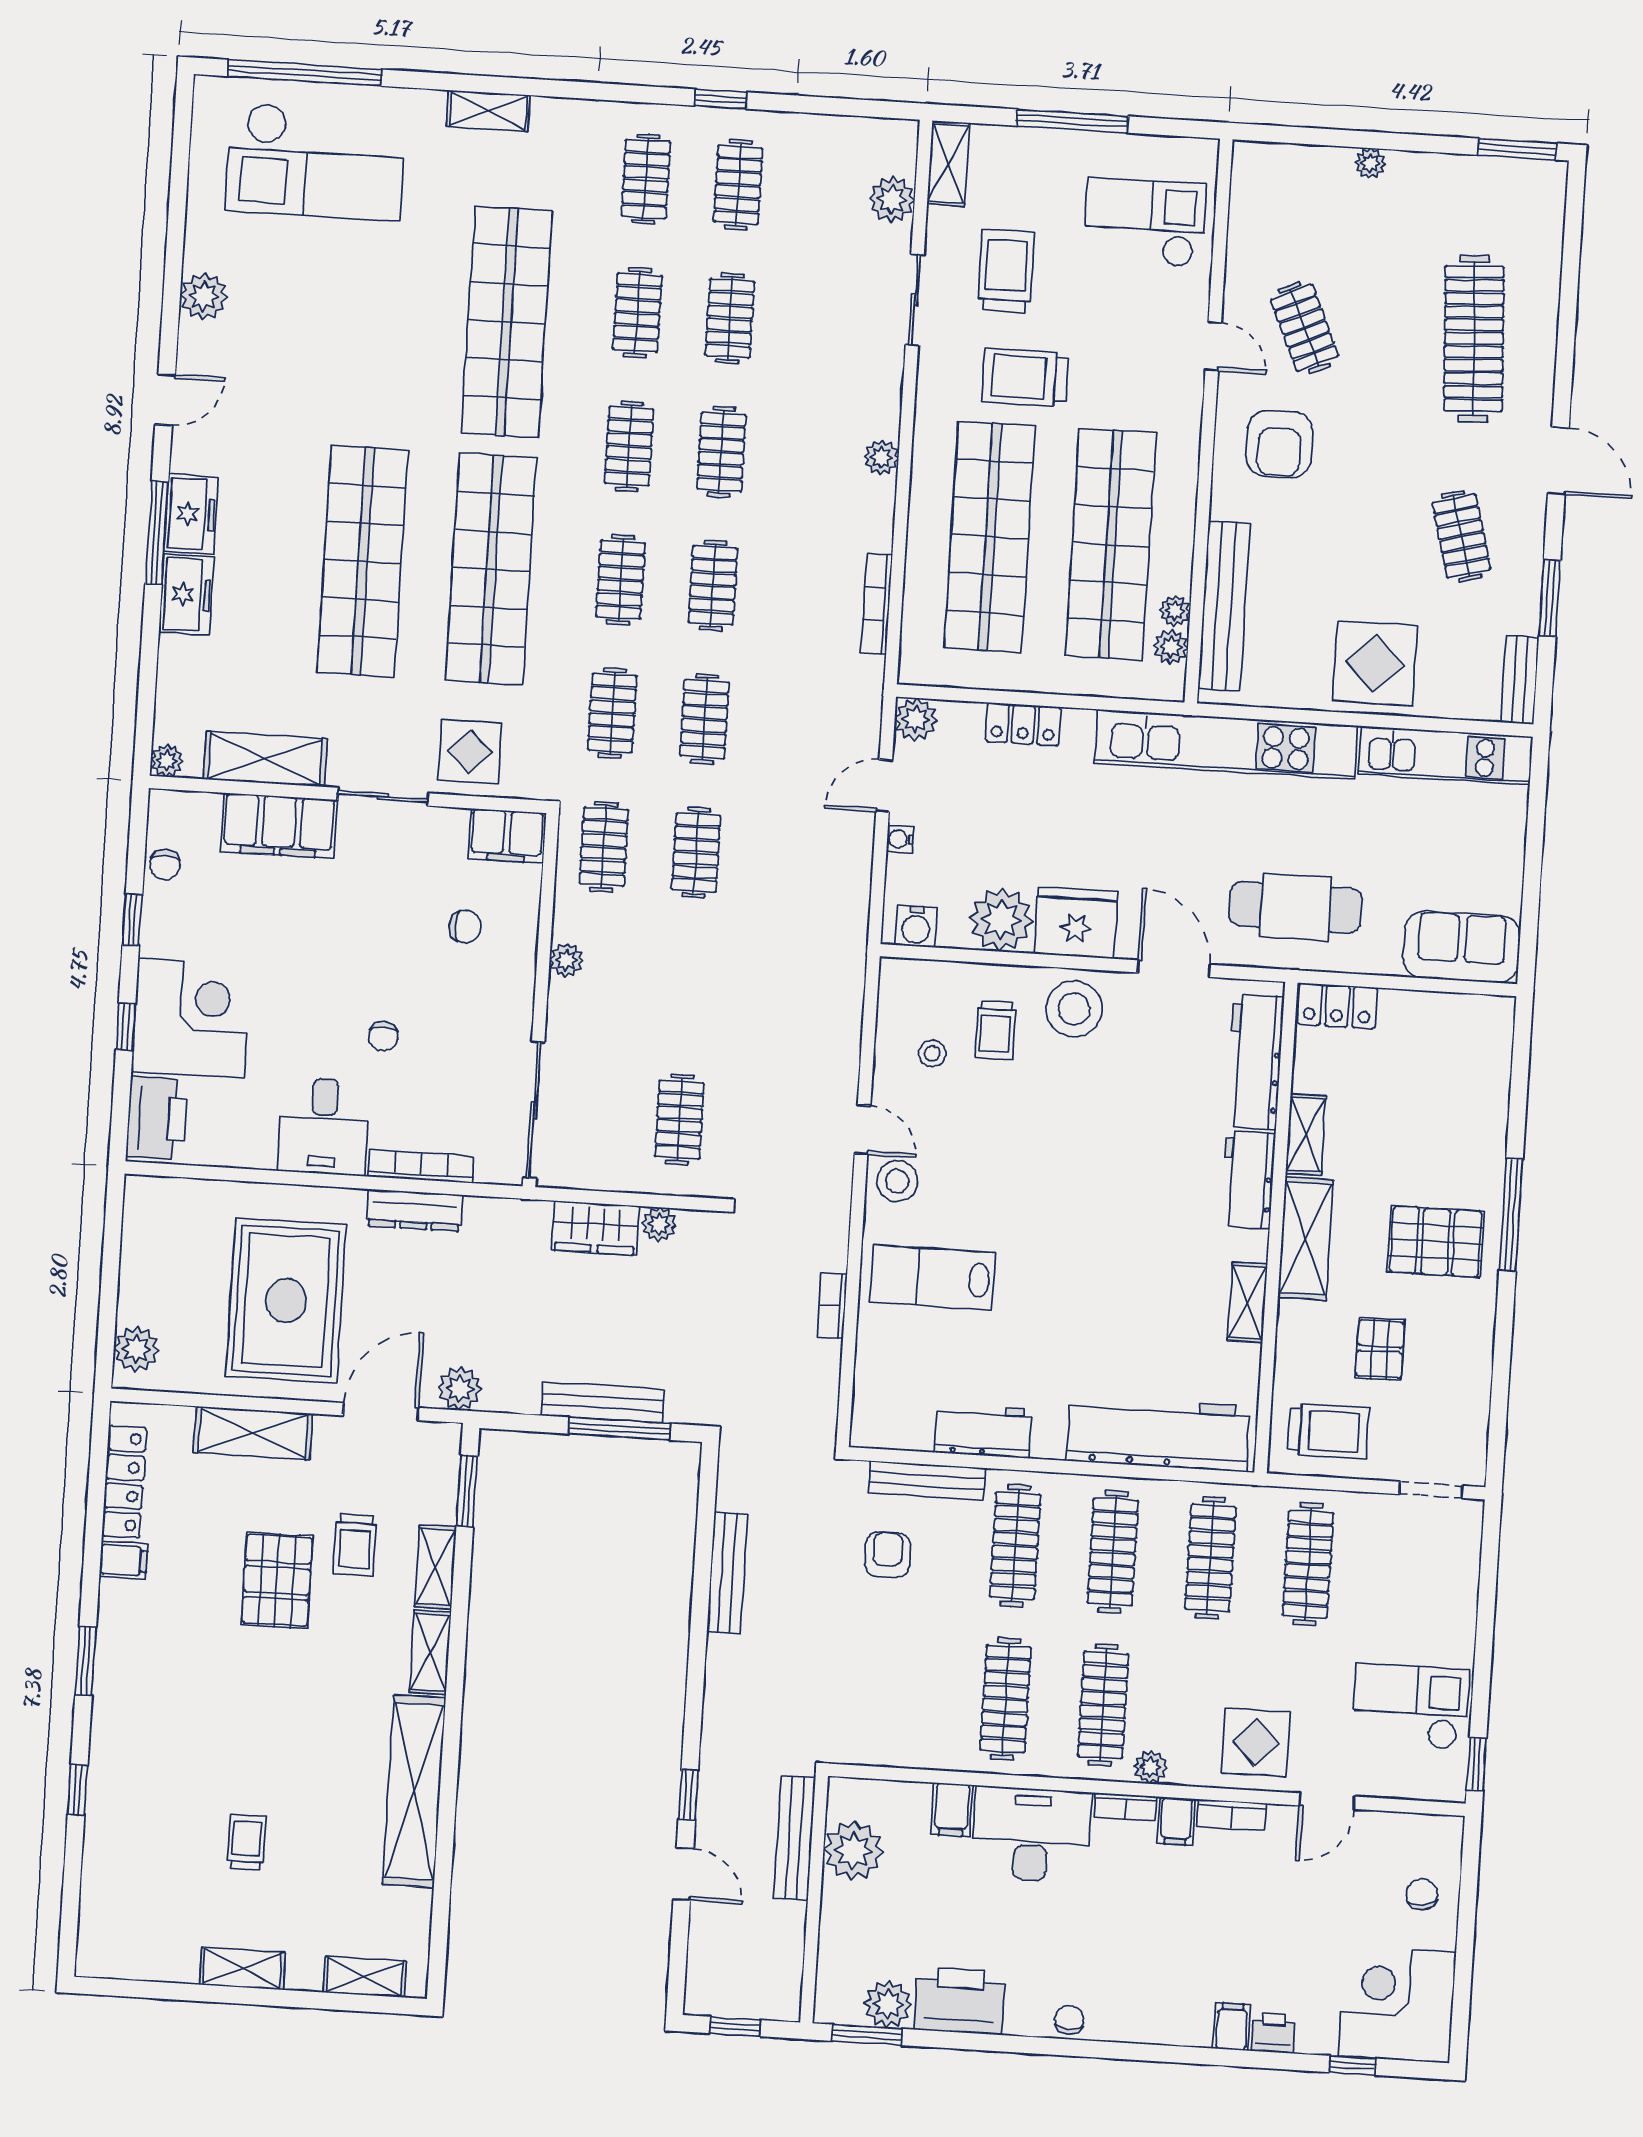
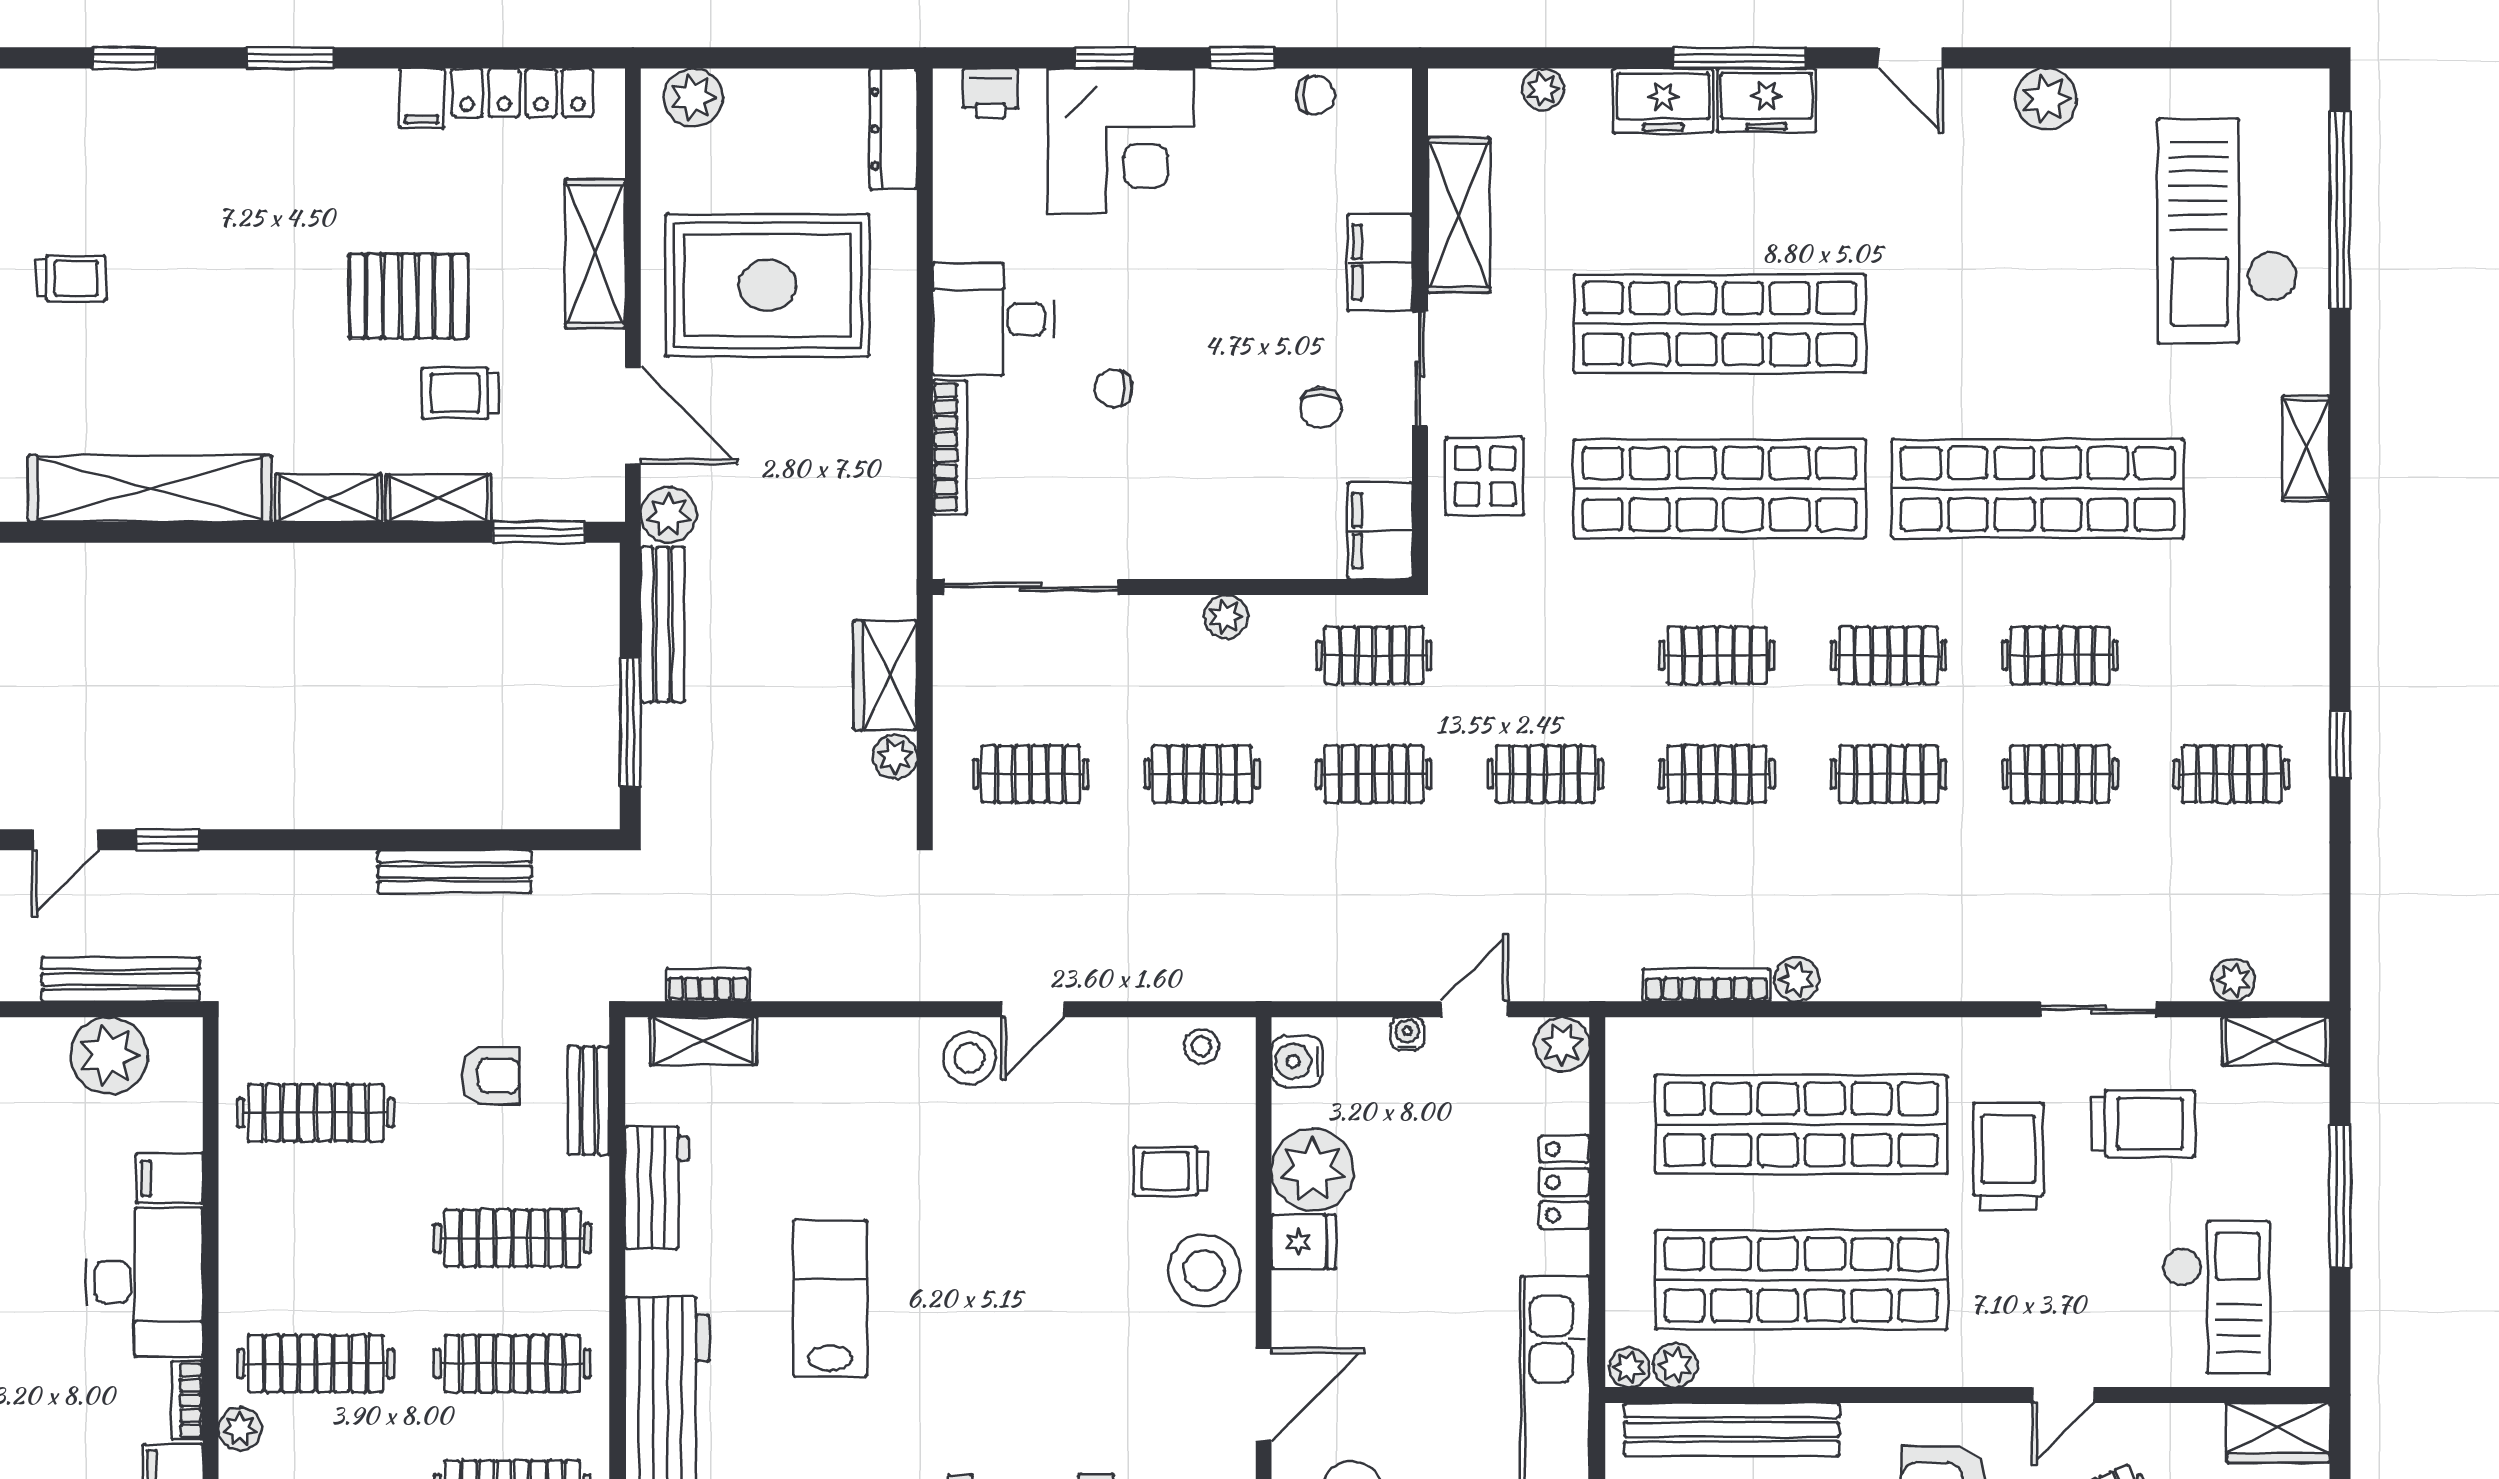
clothes rail: (646, 179) -> (2232, 655), removed
wardrobe: (1253, 181) -> (2278, 1433), added
plant: (892, 199) -> (2233, 980), width x0.73, depth x0.73
plant: (881, 457) -> (1797, 979), moved
plant: (1175, 611) -> (1629, 1367), moved
clothes rail: (612, 713) -> (1202, 774), moved
plant: (167, 761) -> (1543, 89), moved
door: (884, 786) -> (1474, 1009), hinge flipped
filing cabinet: (279, 826) -> (1380, 262), width x0.67, depth x0.86
chair: (165, 865) -> (1315, 95), turned 180
fridge: (1076, 923) -> (1304, 1242), width x0.53, depth x0.75
chair: (465, 926) -> (1321, 408), moved
stool: (932, 1054) -> (1201, 1046), moved
printer: (157, 1118) -> (990, 93), width x0.53, depth x0.68
dresser: (414, 1210) -> (893, 129), moved
lab bench: (933, 1277) -> (830, 1298), moved
bookcase: (832, 1306) -> (708, 985), moved
shelving: (871, 1387) -> (704, 1041), added
bench: (603, 1402) -> (662, 625), moved
bench: (927, 1480) -> (589, 1100), width x0.73
clothes rail: (1006, 1699) -> (316, 1113), moved

